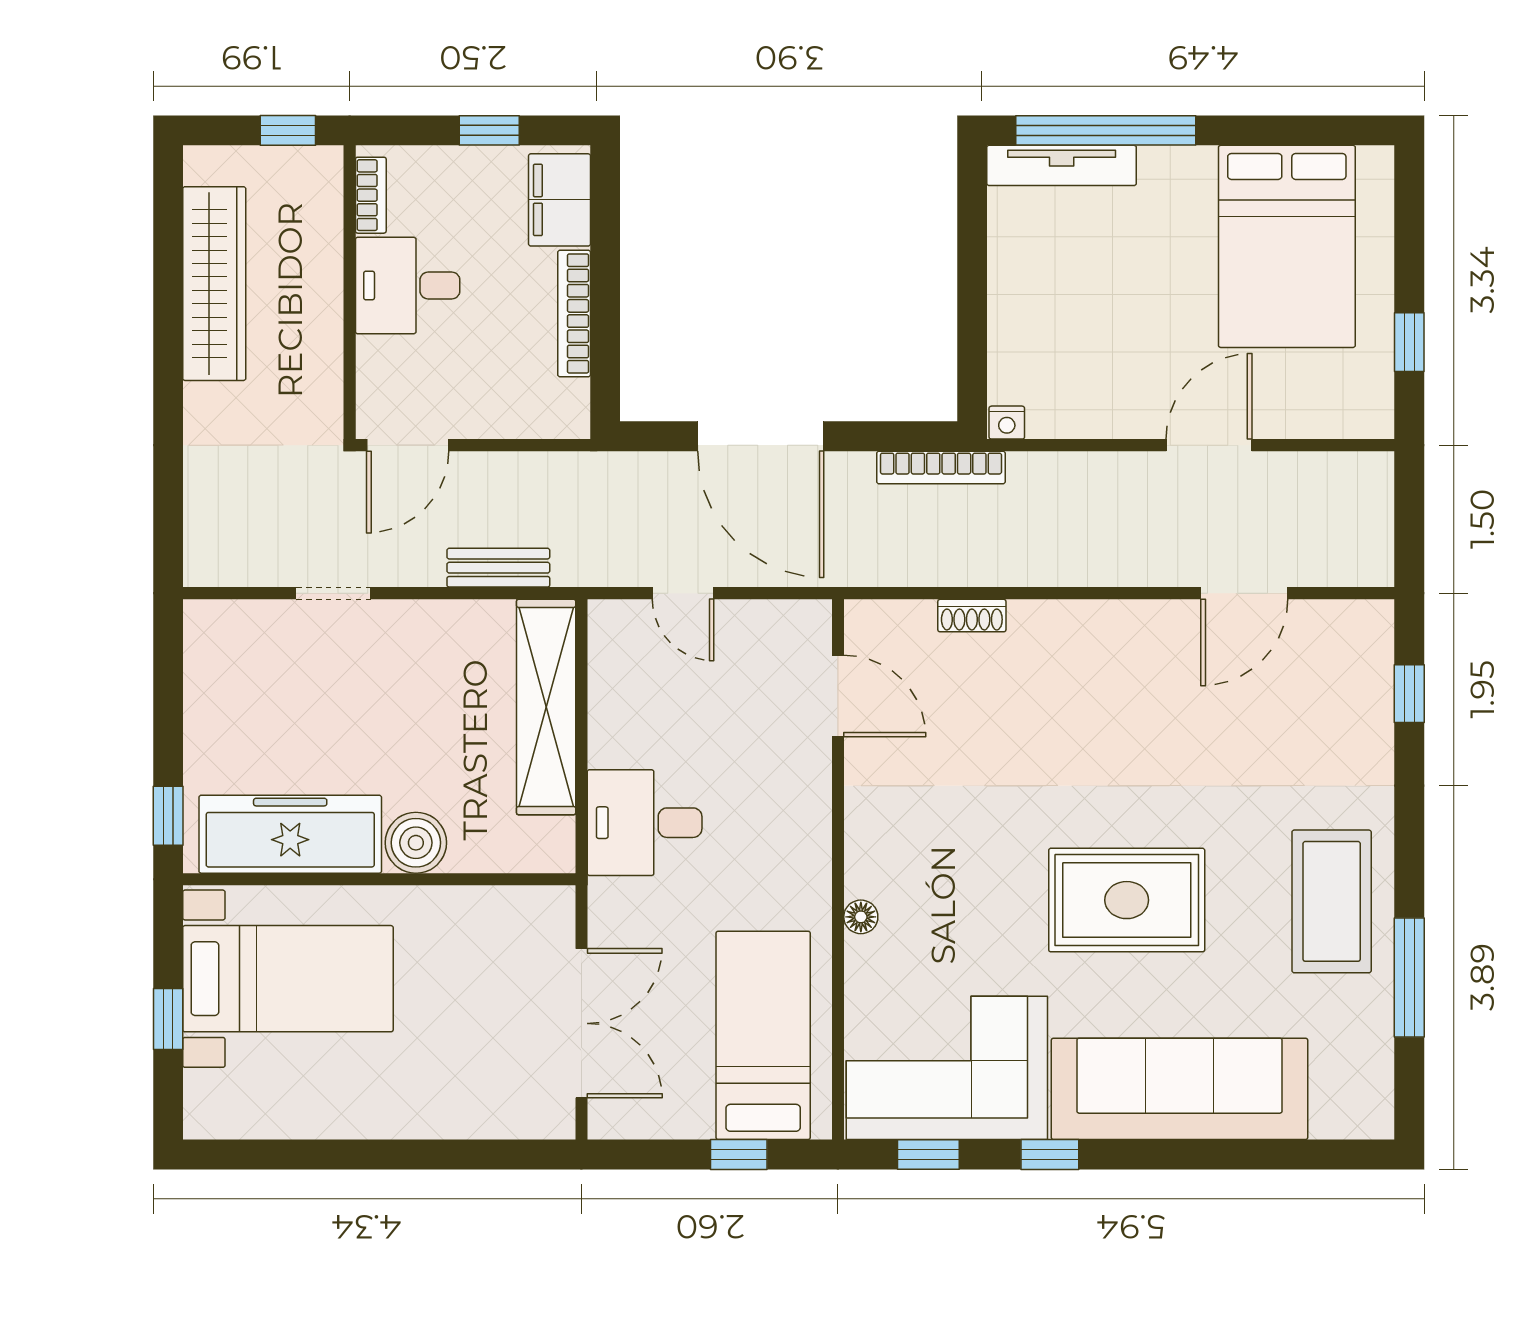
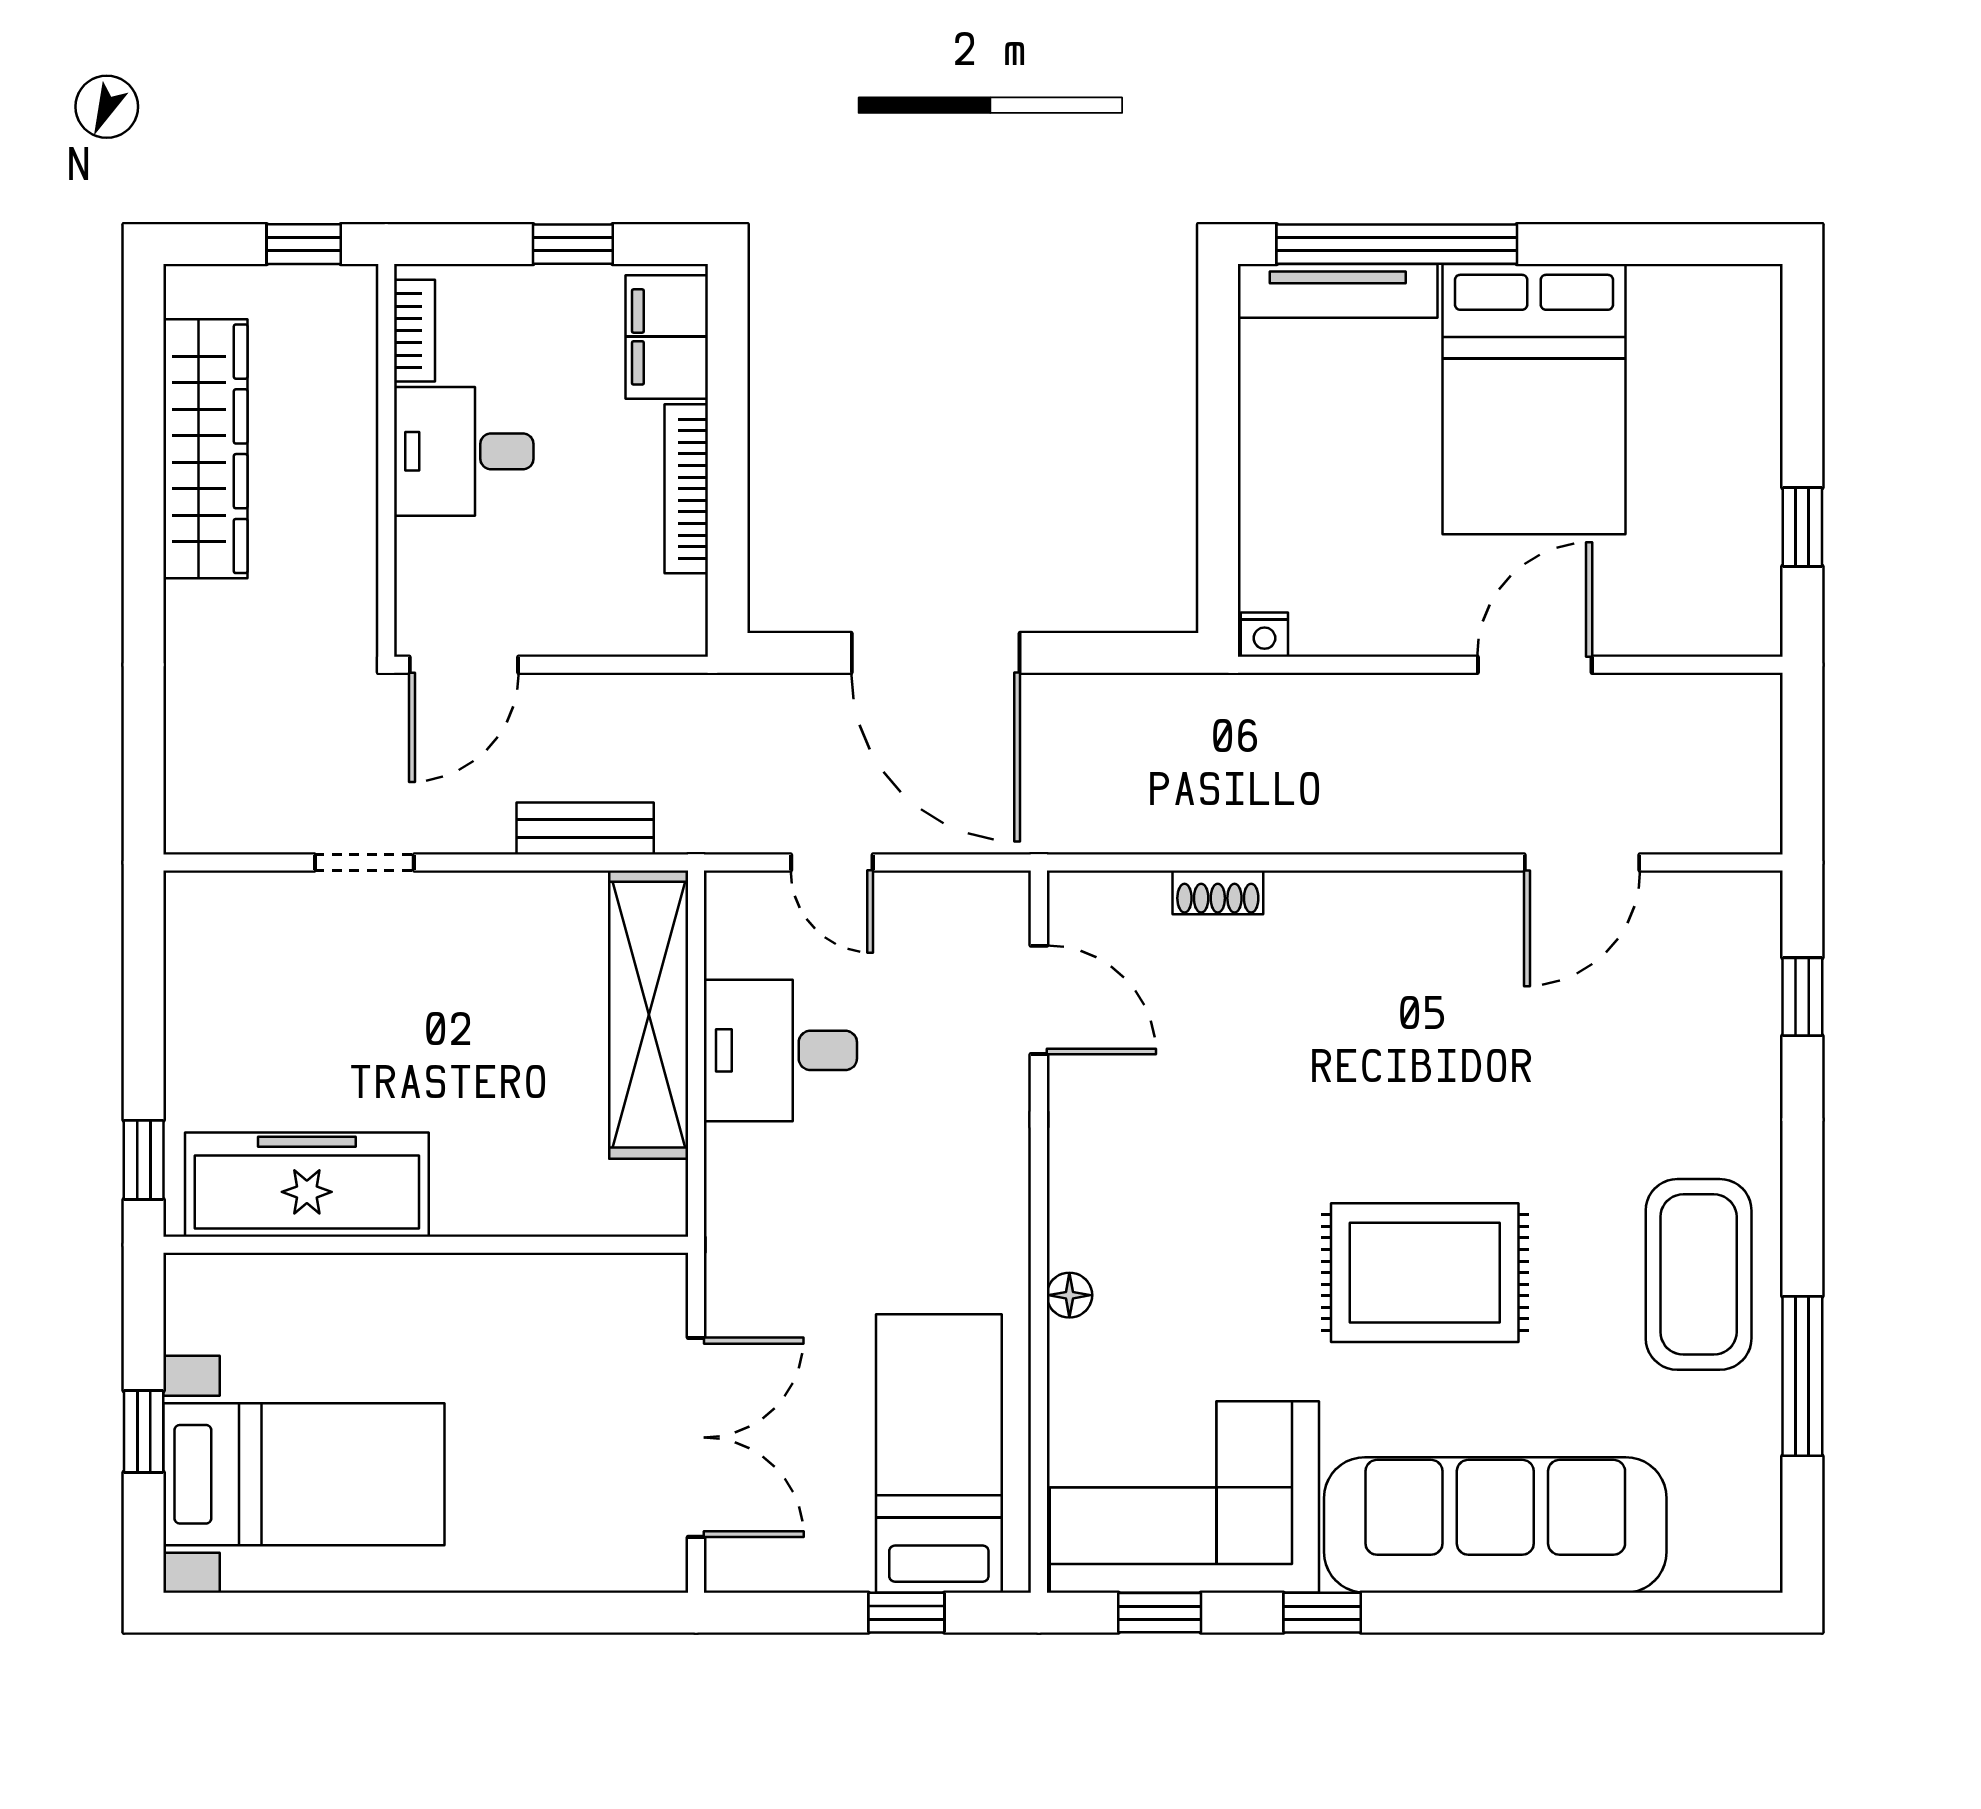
bed: (1287, 246) -> (1534, 399), moved
bookcase: (941, 467) -> (1177, 695), removed
desk: (645, 823) -> (780, 1050), moved
boiler: (416, 843) -> (475, 1196), removed
bed with nightstands: (288, 979) -> (304, 1474), moved

